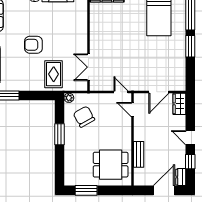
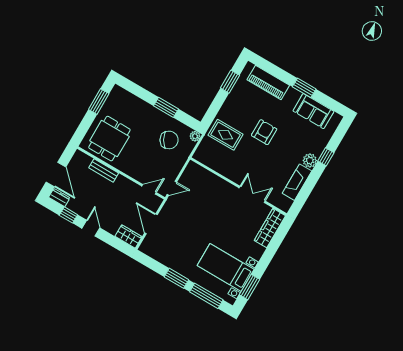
double door: (88, 67) -> (252, 194), moved
door: (190, 138) -> (91, 228), hinge flipped

